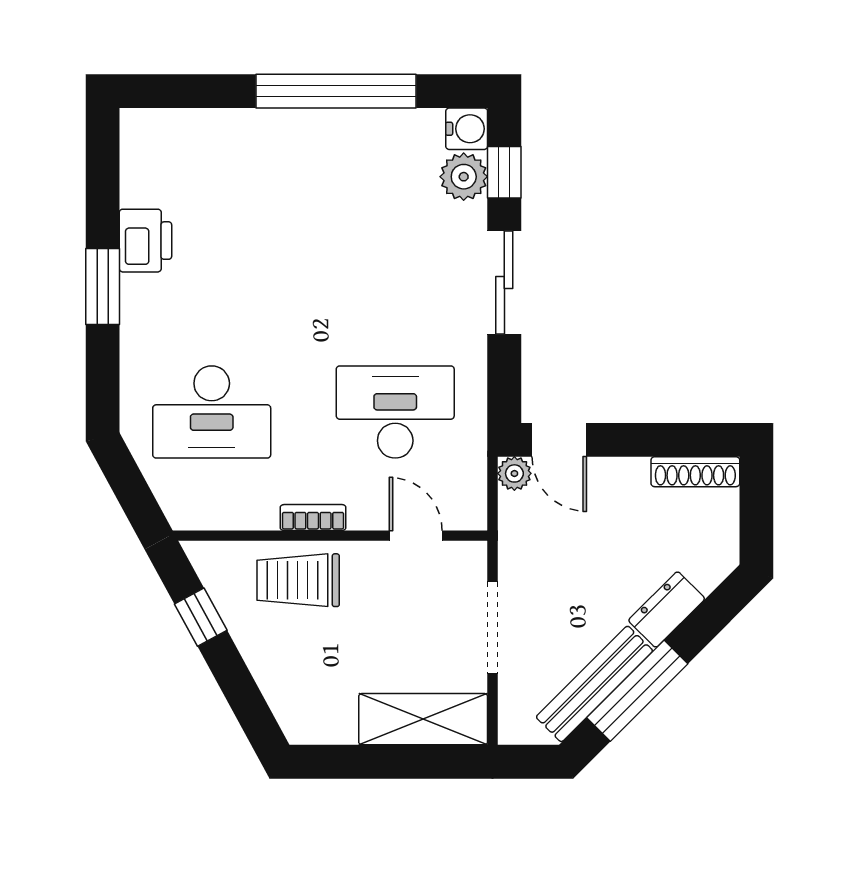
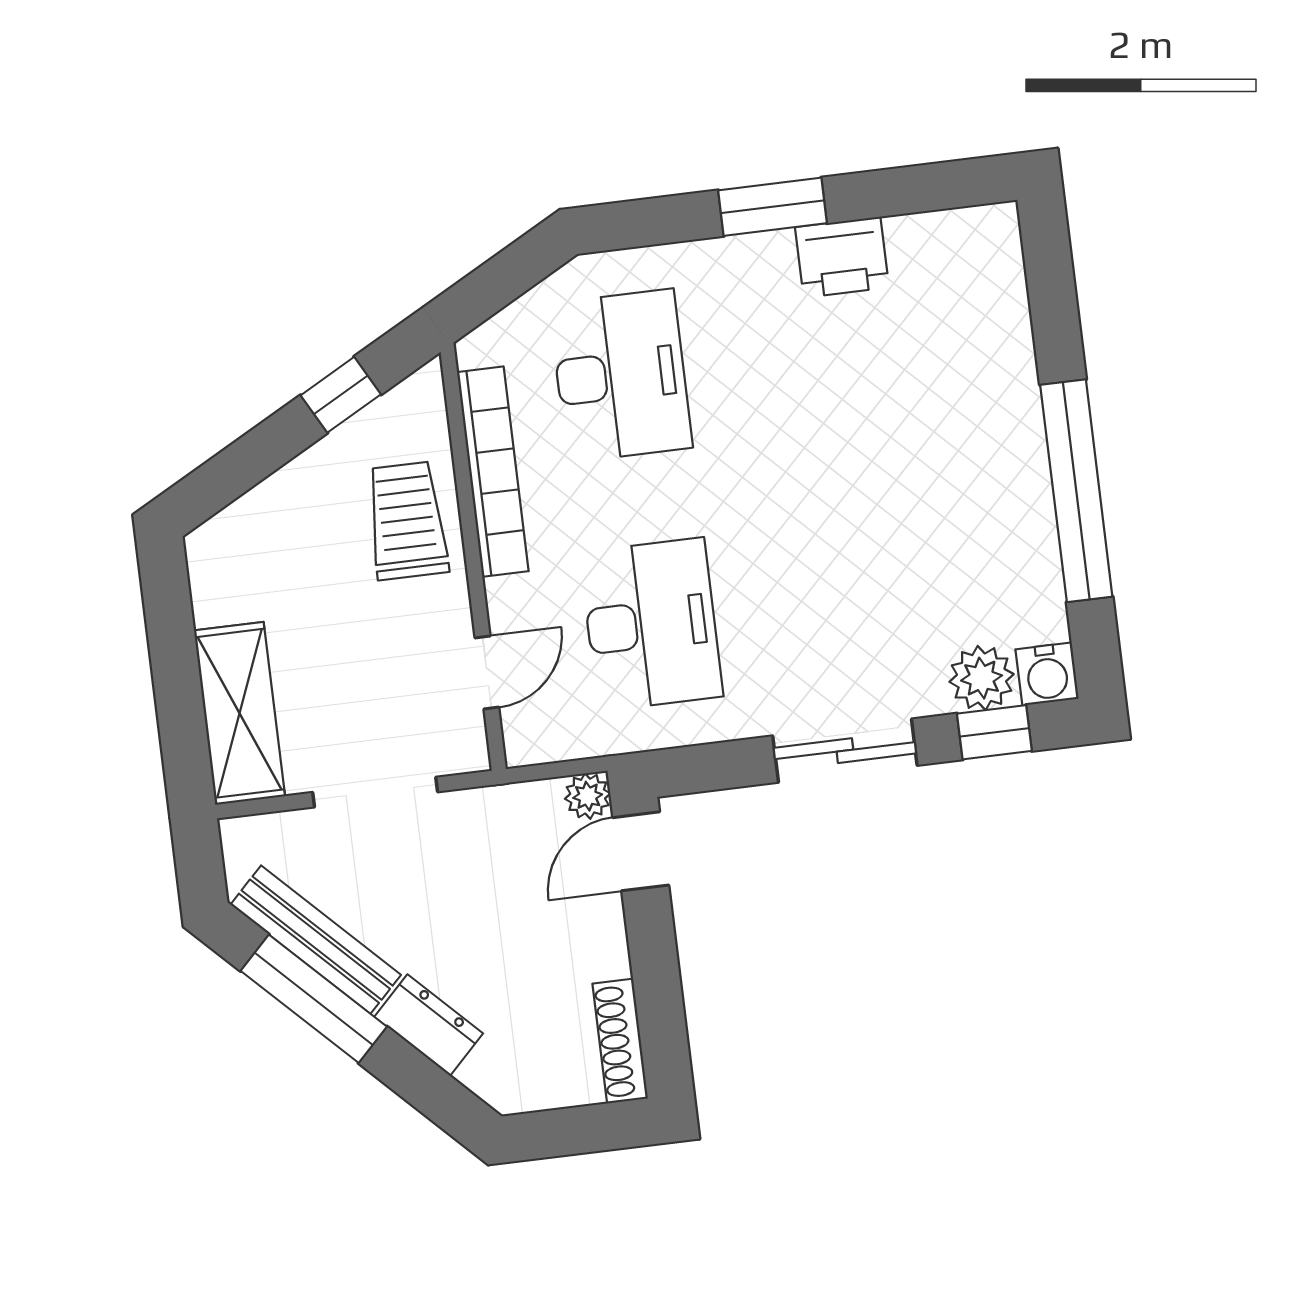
desk: (212, 412) -> (621, 376), turned 180
bookcase: (313, 518) -> (493, 472), width x2.31, depth x1.31

